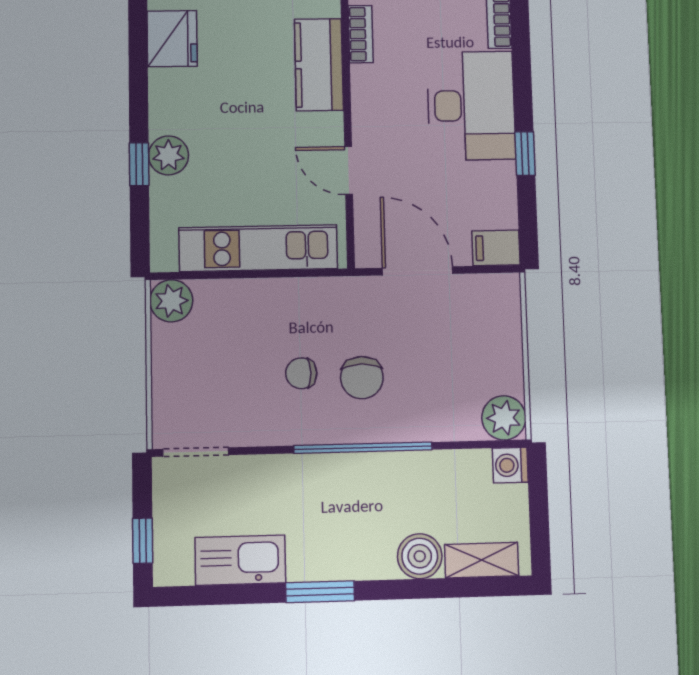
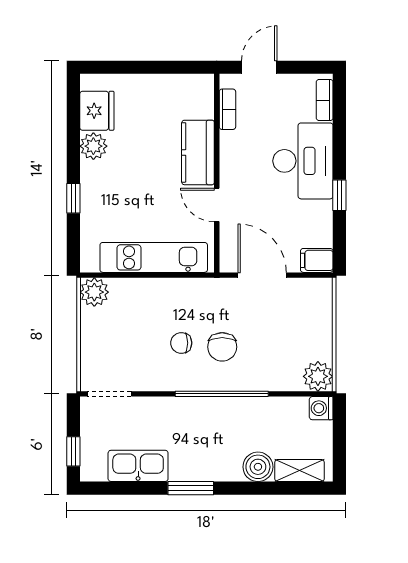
kitchen counter: (319, 65) -> (198, 152), moved
plant: (169, 155) -> (93, 146), moved

